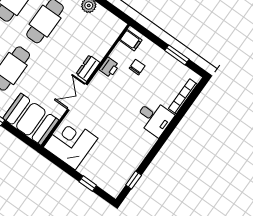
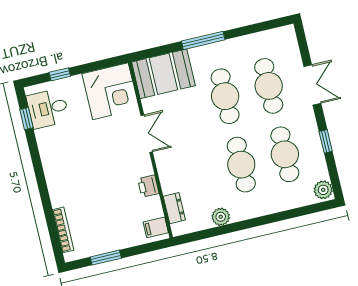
chair: (137, 67) -> (126, 212), removed
dresser: (88, 68) -> (174, 208), moved
desk: (154, 118) -> (48, 108), moved

